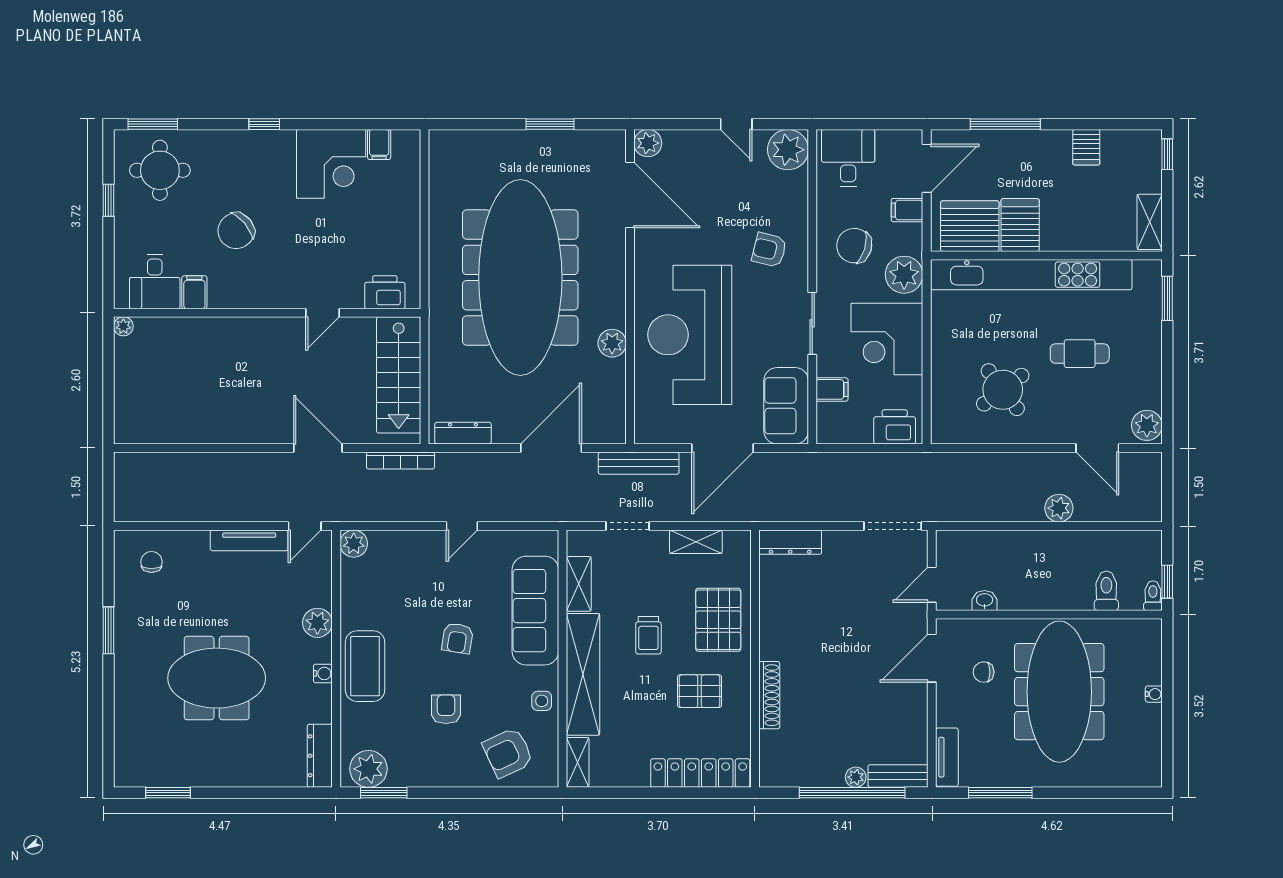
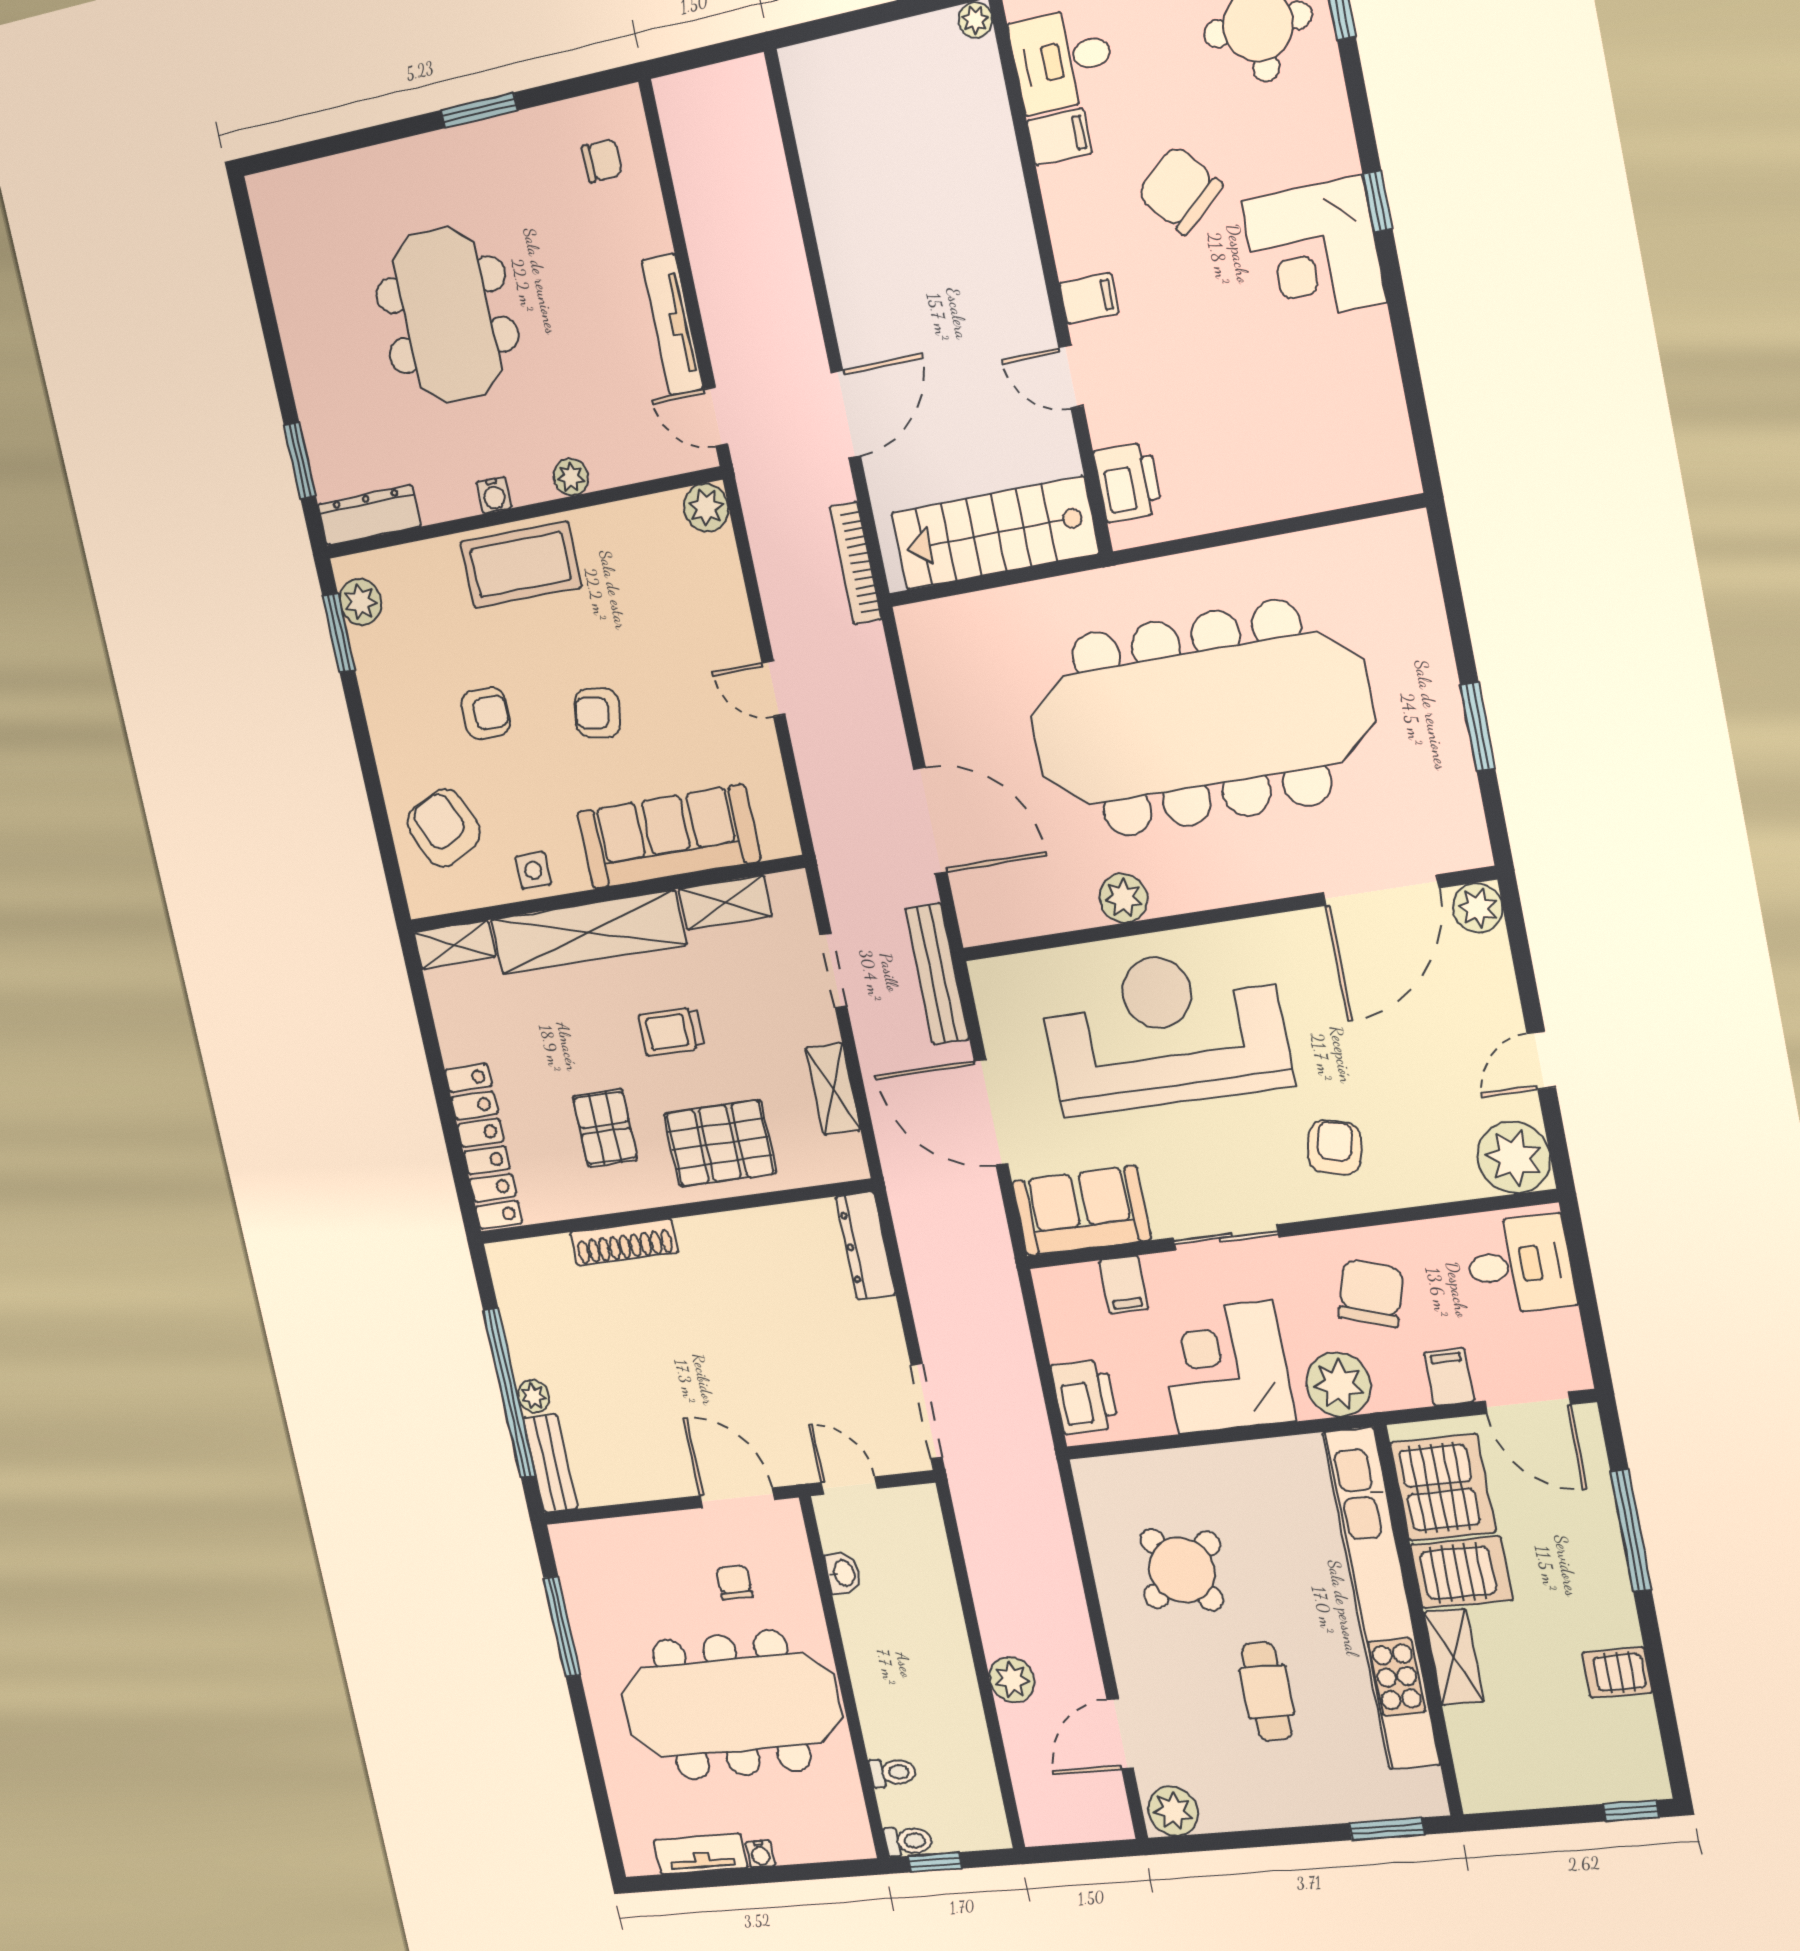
filing cabinet: (379, 145) -> (1089, 298), moved, turned 180
corner desk: (331, 164) -> (1314, 251), moved
shelving: (1150, 222) -> (1454, 1657), moved, turned 90
dresser: (463, 433) -> (923, 664), removed
toilet: (1106, 591) -> (893, 1772), width x0.73, depth x0.72
plant: (317, 623) -> (571, 477), width x0.73, depth x0.73
tv unit: (947, 757) -> (701, 1854), moved, turned 180
plant: (368, 769) -> (361, 602), width x0.73, depth x0.73
window: (168, 793) -> (300, 461), moved

